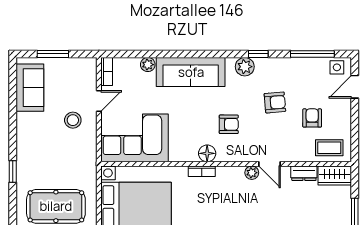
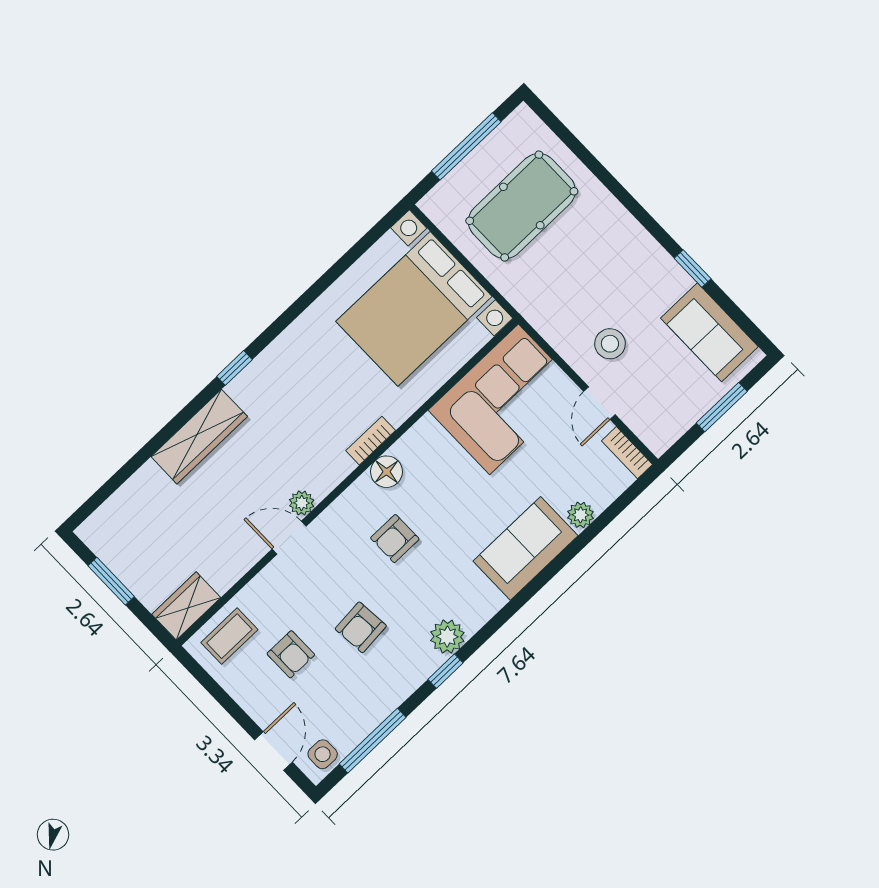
sofa: (191, 72) -> (526, 548), width x0.73
window: (13, 172) -> (693, 269), moved
dresser: (304, 173) -> (231, 569), removed

